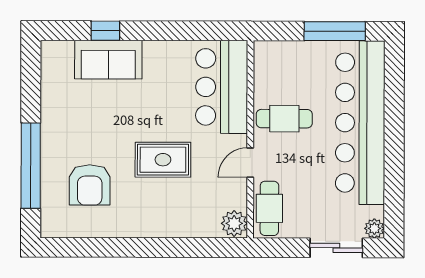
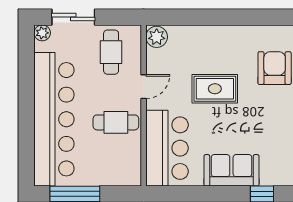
sofa: (108, 60) -> (231, 170), moved
cafe table: (269, 208) -> (111, 52), moved

